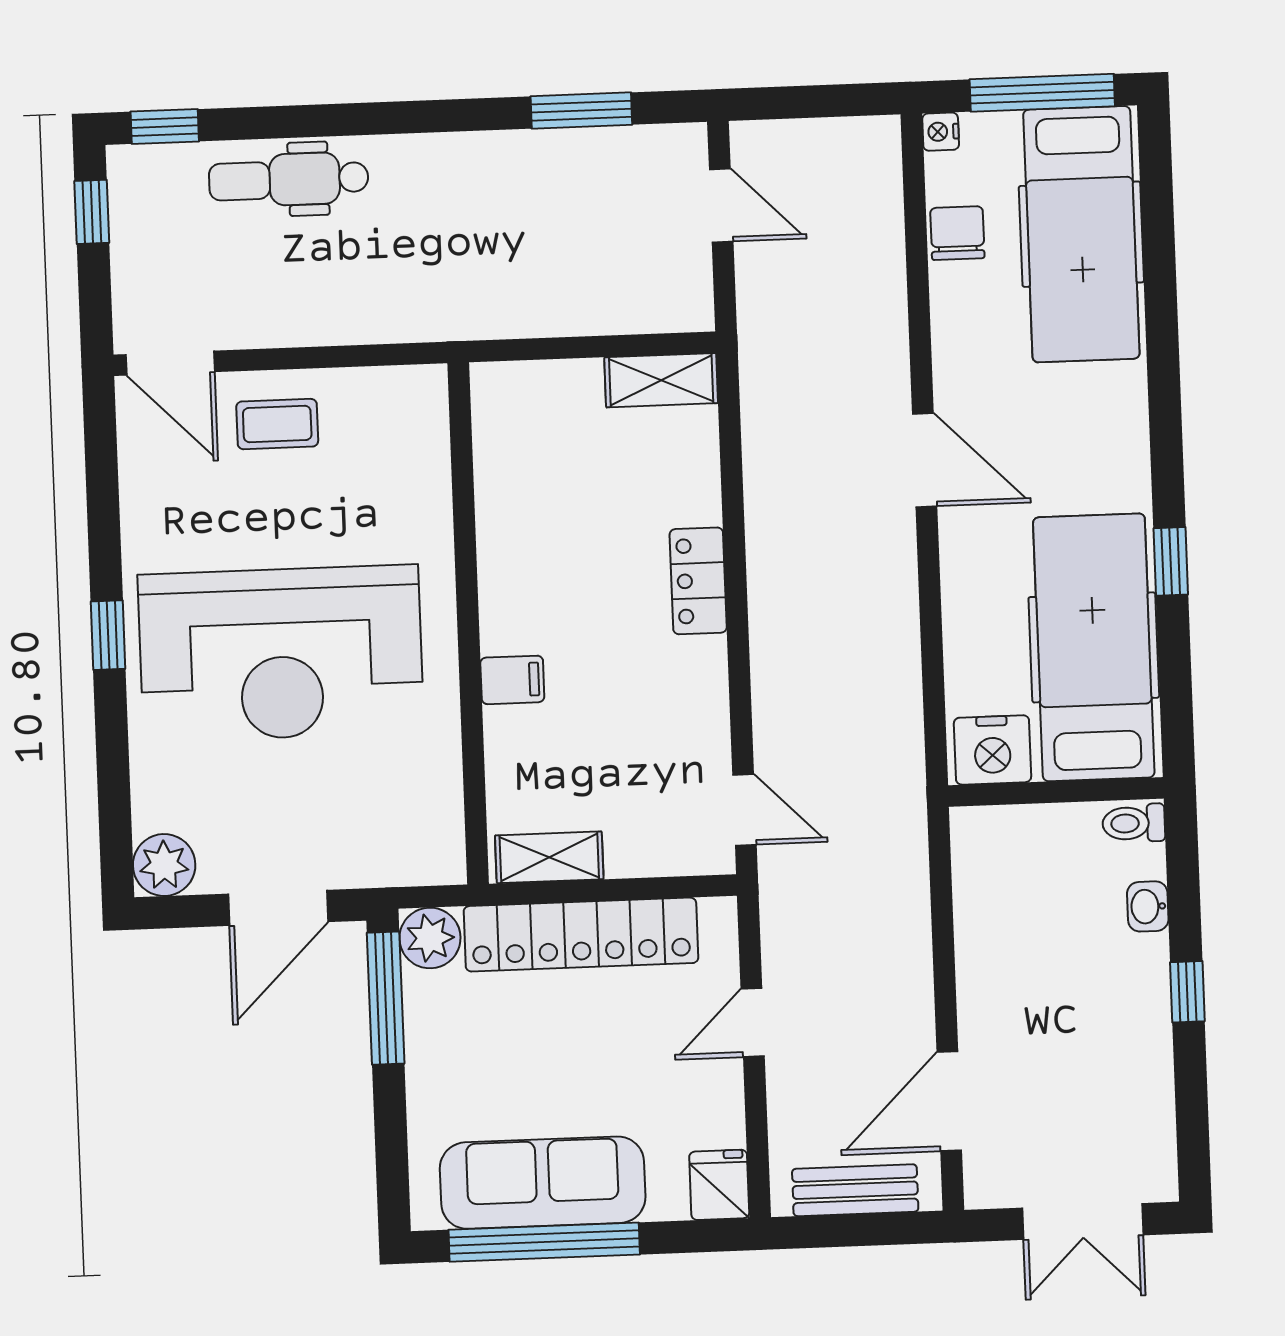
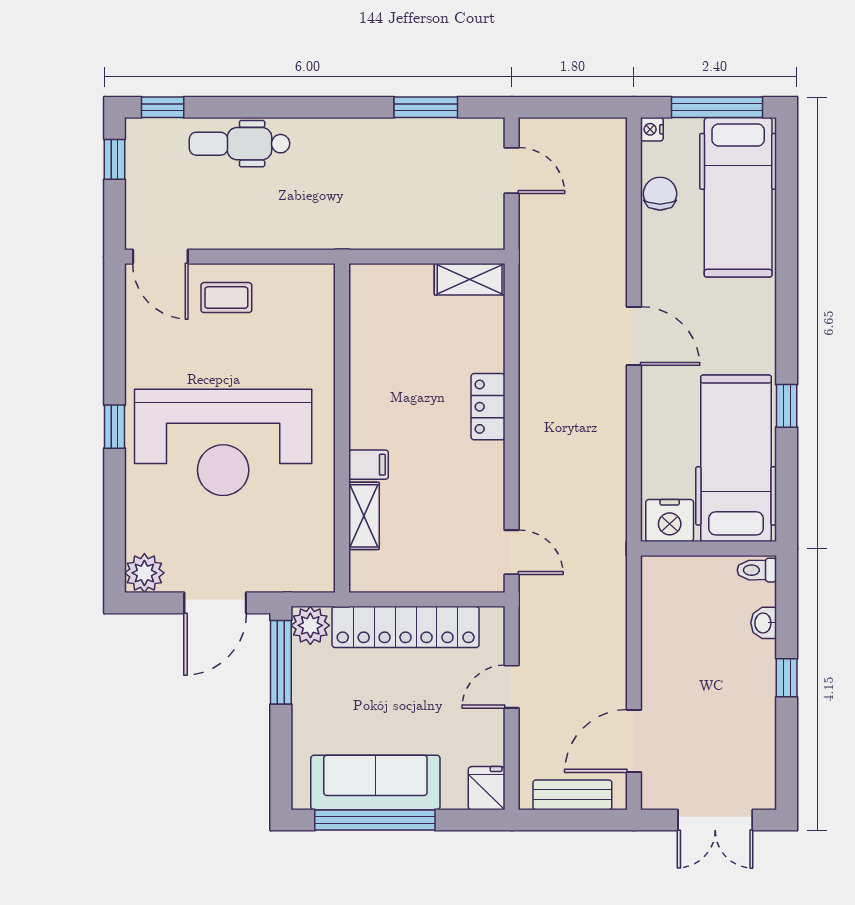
shelving: (549, 857) -> (364, 516), moved, turned 90

